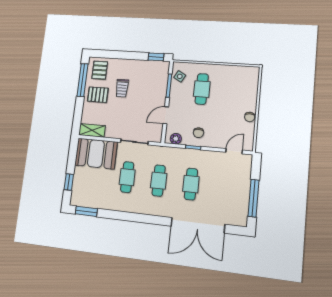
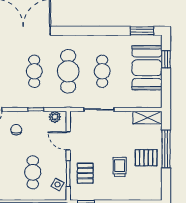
pallet: (100, 70) -> (85, 173), moved
window: (83, 80) -> (166, 149), moved
door: (166, 115) -> (68, 141), swing flipped
chair: (198, 133) -> (16, 130), moved
booth: (96, 154) -> (147, 68), moved, turned 90
cafe table: (159, 181) -> (68, 71), width x1.37, depth x1.35

